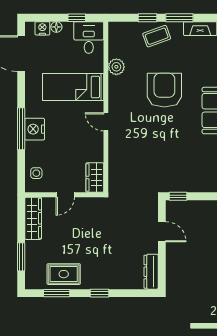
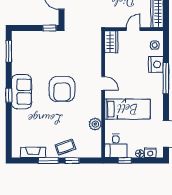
armchair: (164, 90) -> (62, 89), moved
nightstand: (35, 129) -> (156, 64), moved

